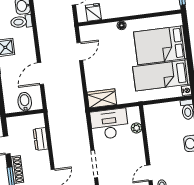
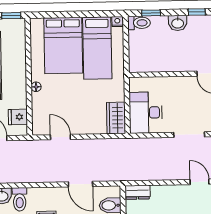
plant: (137, 128) -> (154, 83), removed
dresser: (41, 139) -> (138, 192), moved

